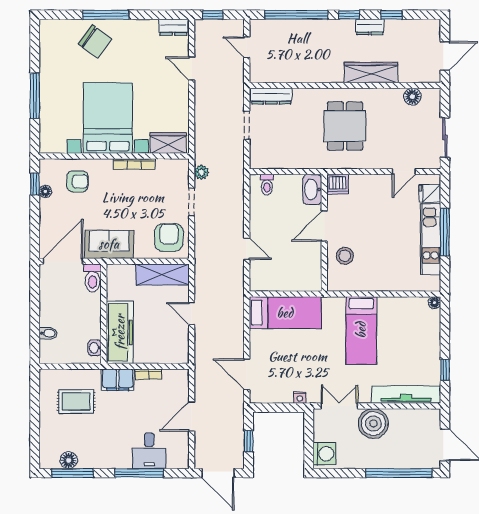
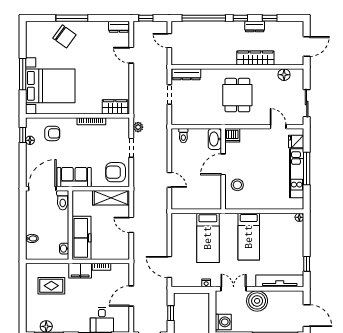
bed with nightstands: (108, 118) -> (50, 86), moved, turned 90
door: (404, 172) -> (278, 127), swing flipped
armchair: (169, 237) -> (116, 172), turned -90
bed: (285, 313) -> (208, 238), moved, turned 90

